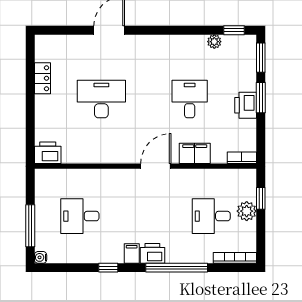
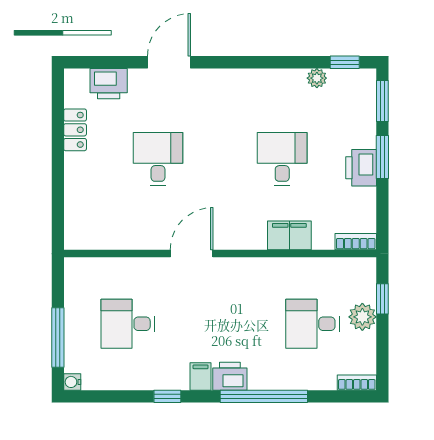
desk: (101, 99) -> (158, 159), width x0.73
printer: (48, 153) -> (109, 84), moved, turned 180
door: (156, 166) -> (192, 254), moved
bookcase: (235, 258) -> (357, 383), width x0.64

